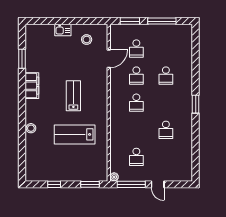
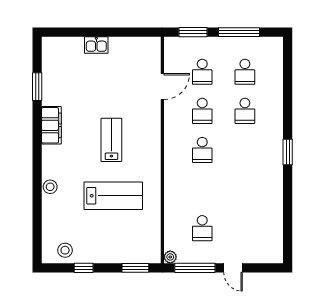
stool: (87, 40) -> (65, 250), moved
school desk: (166, 130) -> (245, 72), moved
lab bench: (75, 134) -> (113, 196), turned 180

